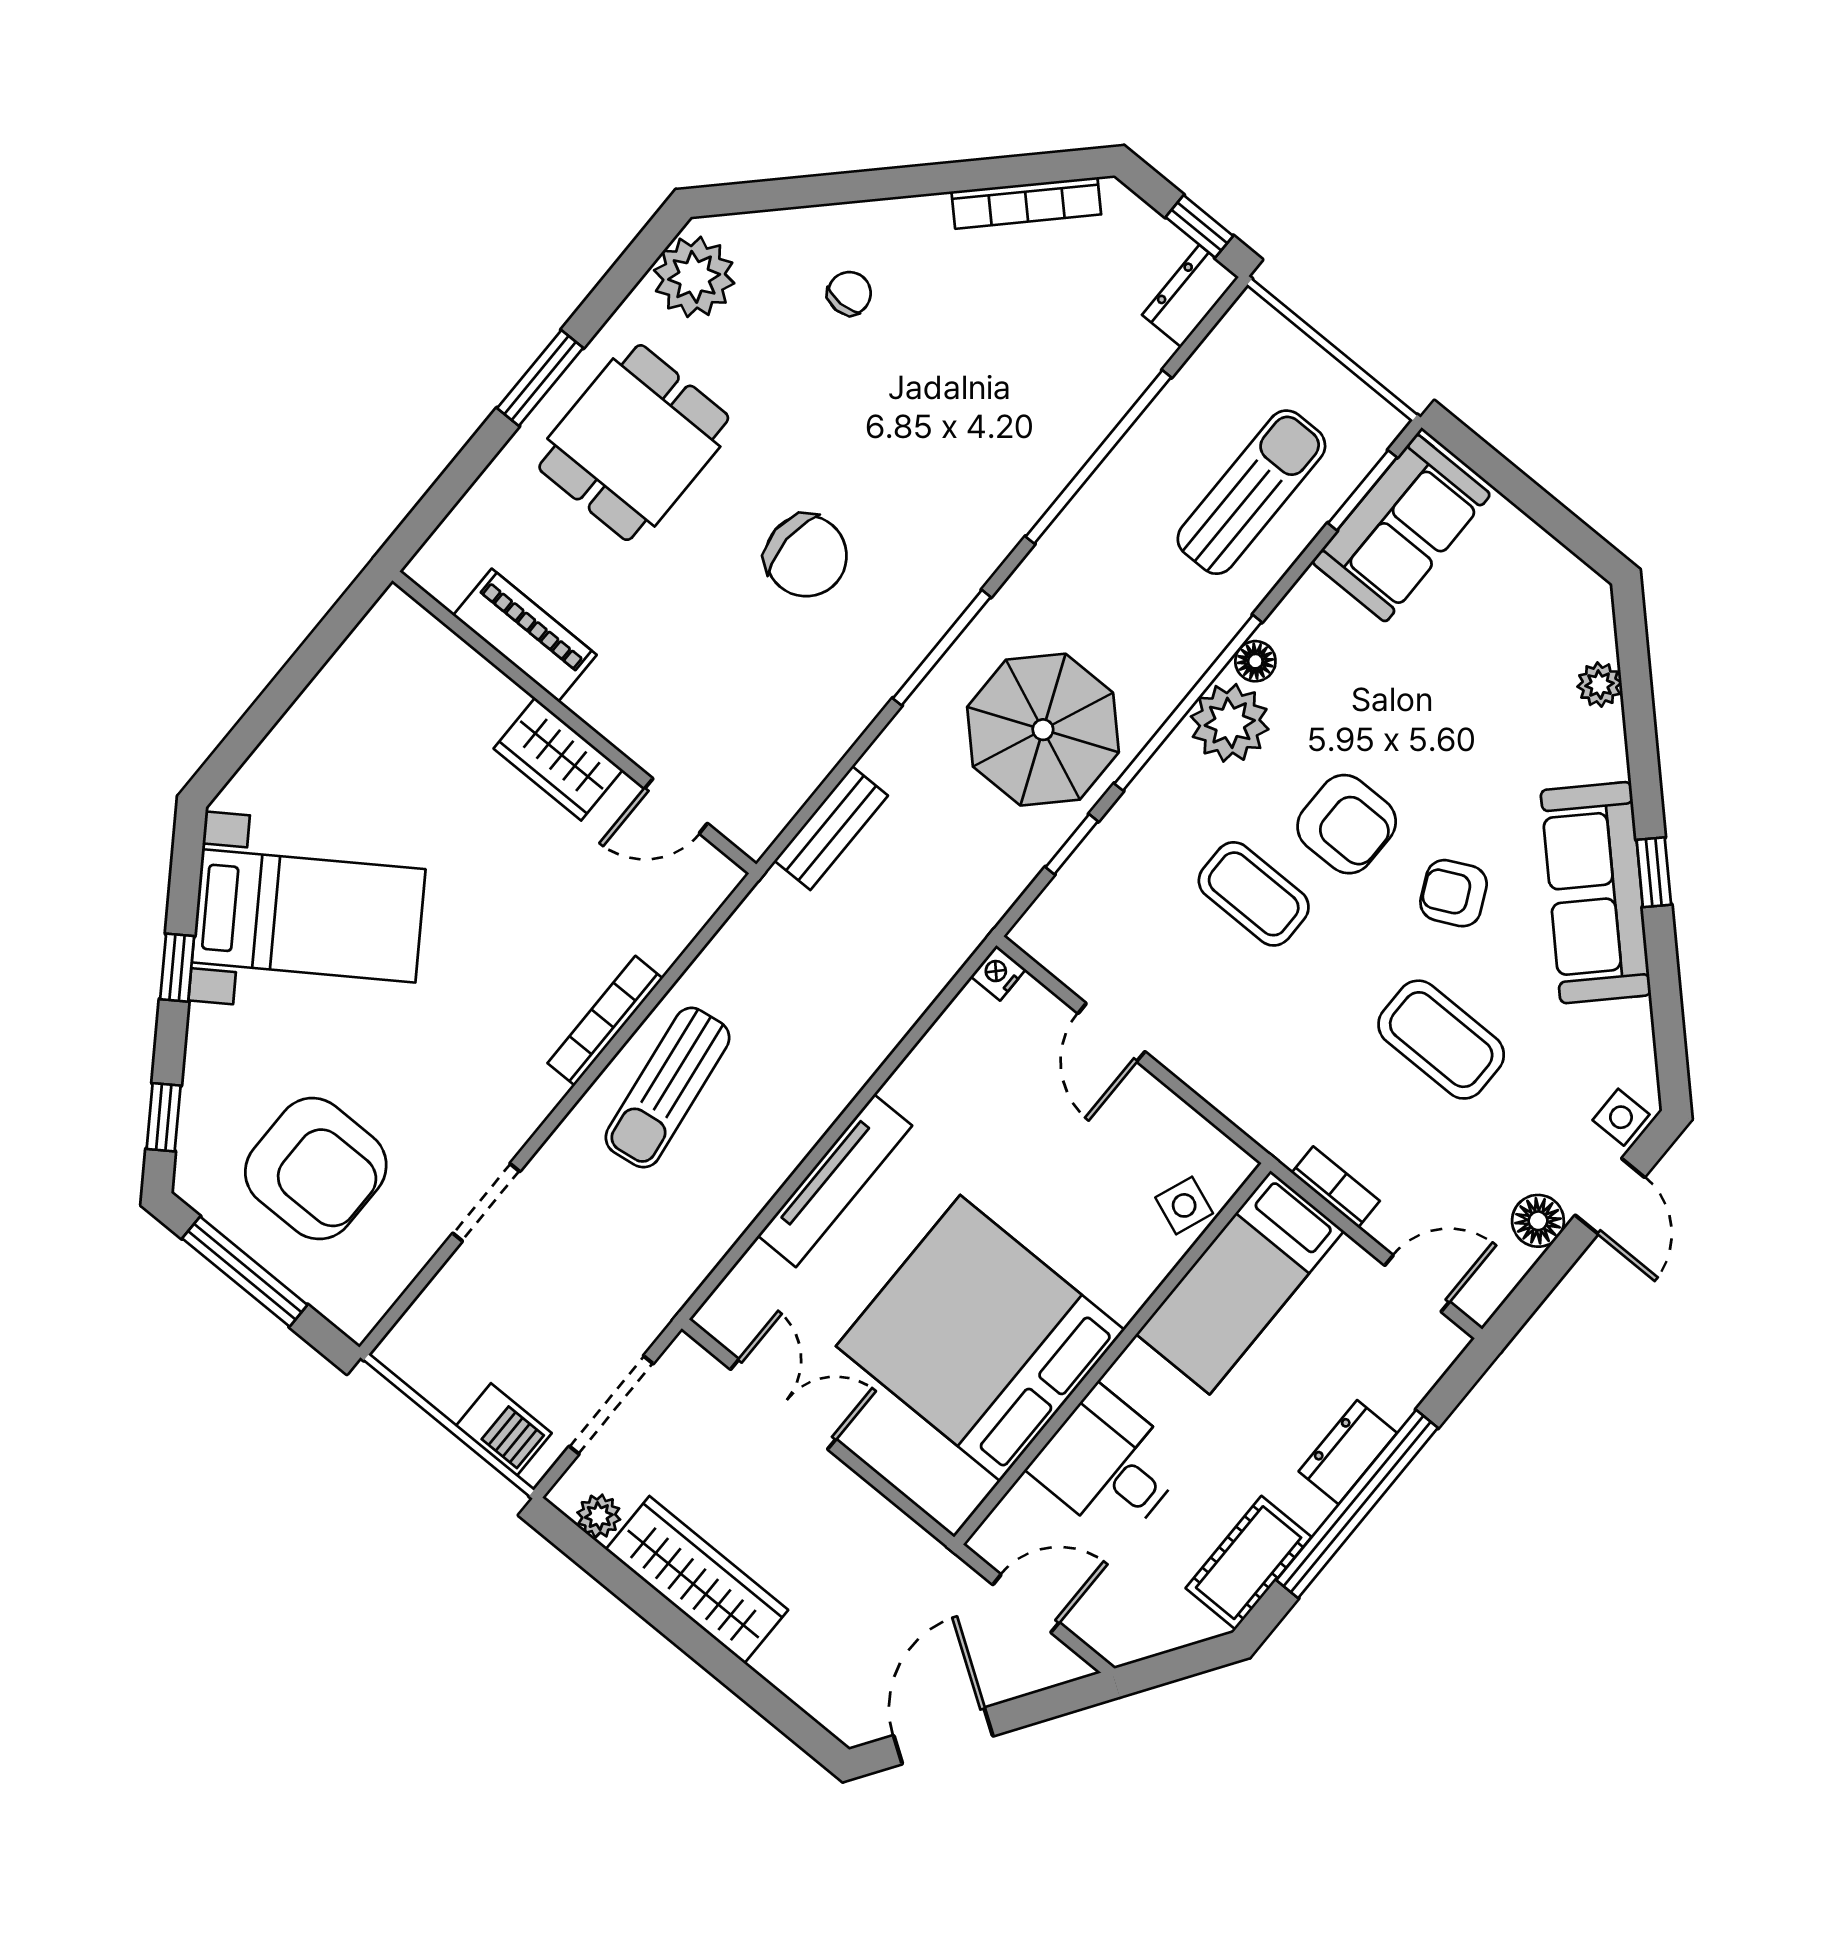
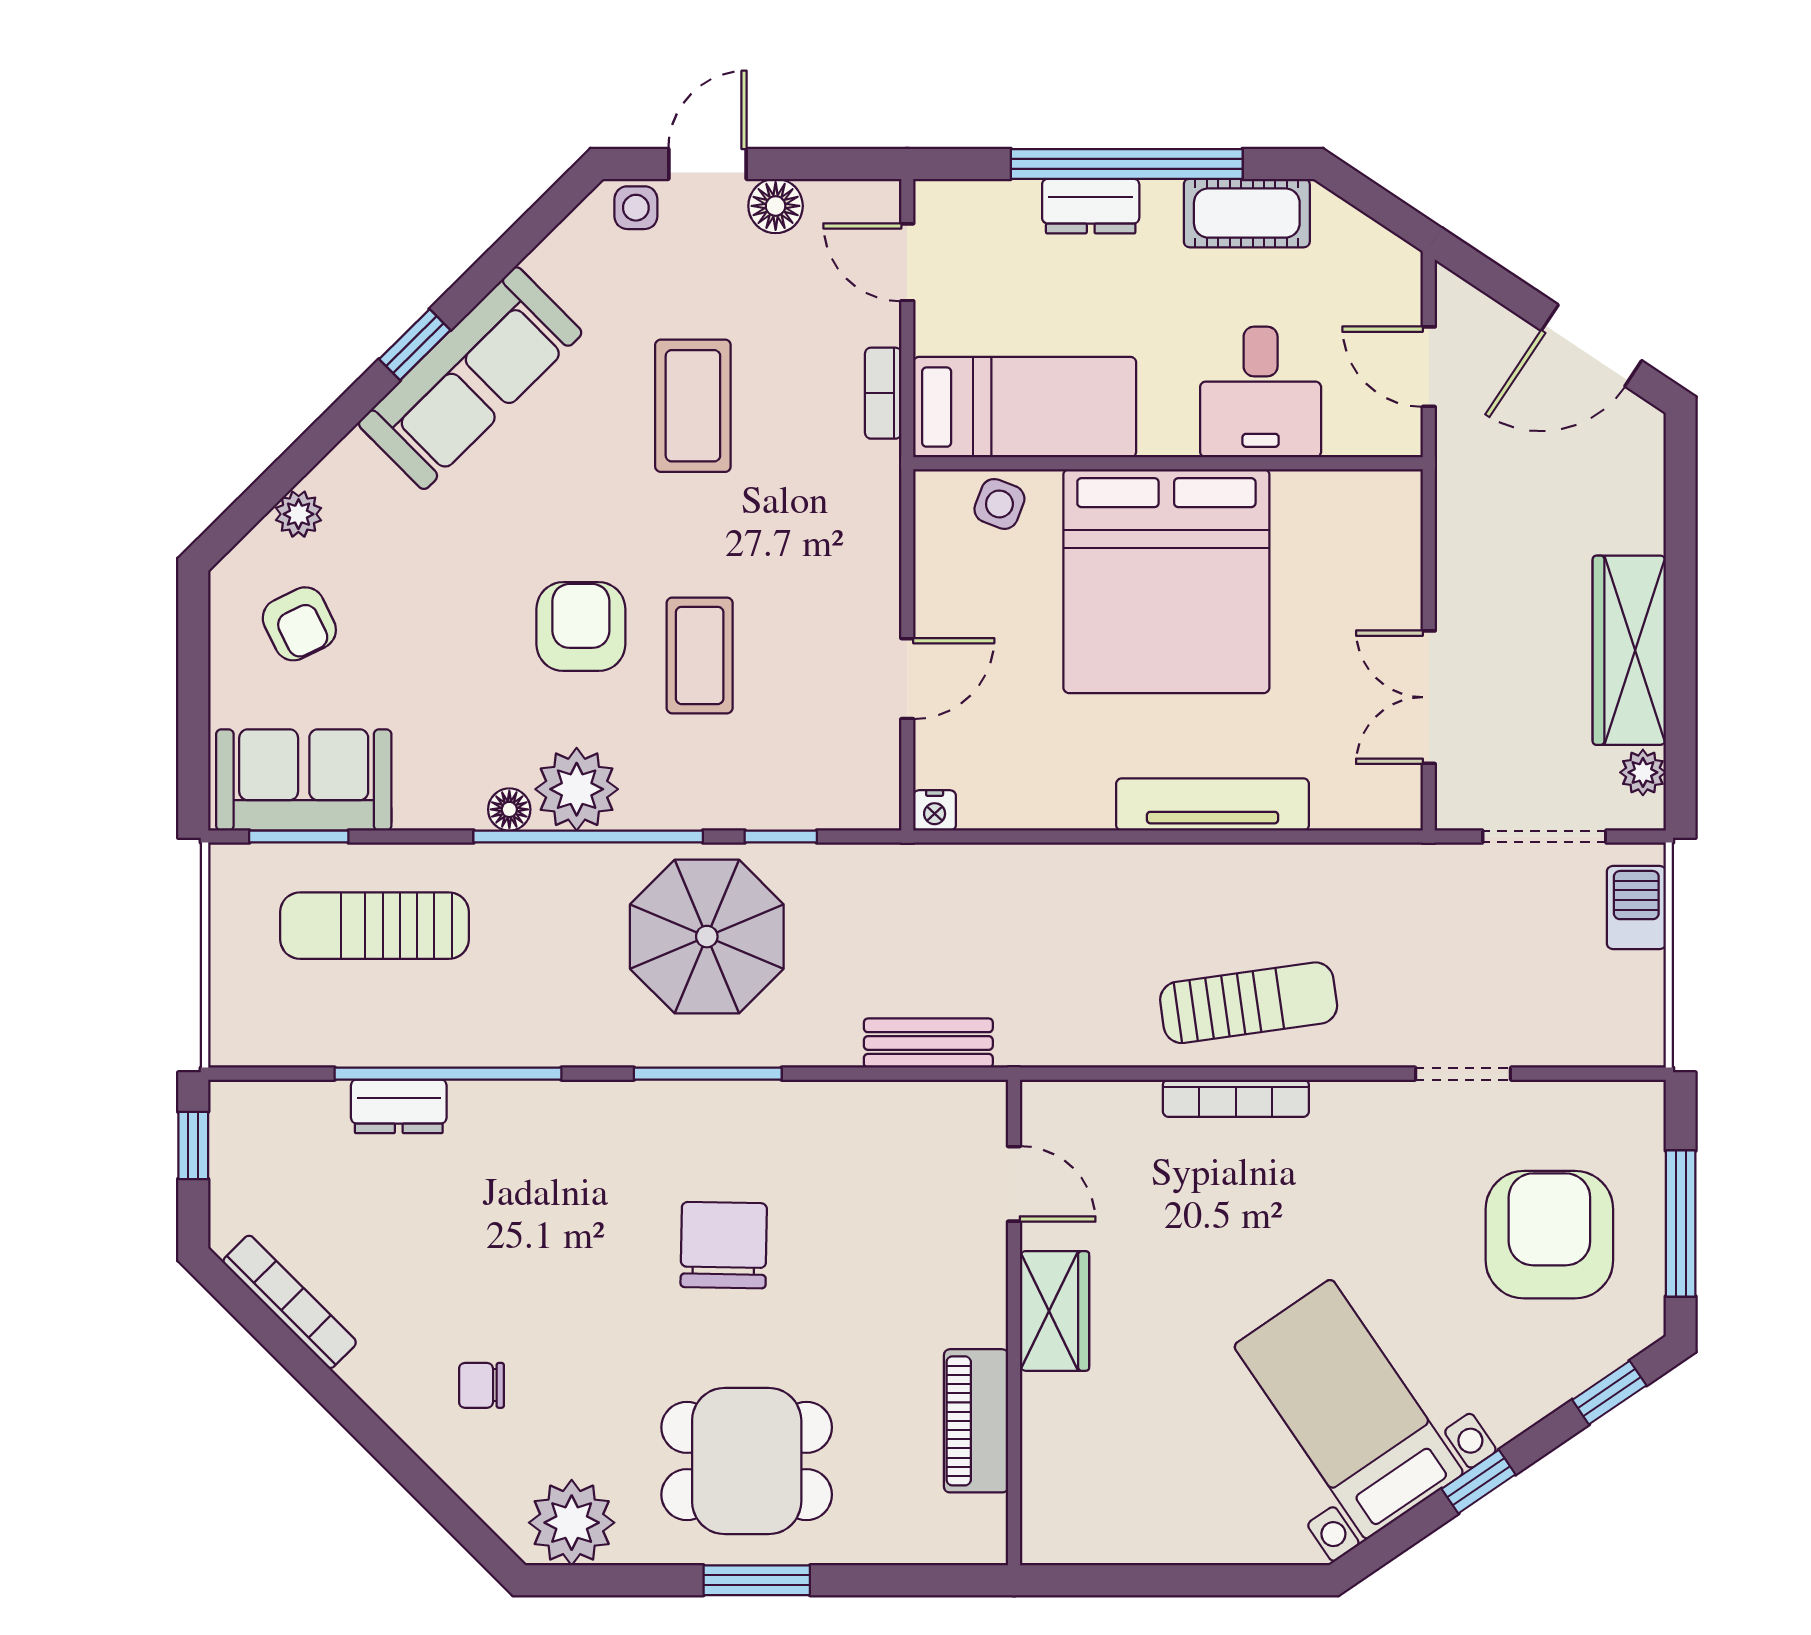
dresser: (1190, 296) -> (399, 1106), moved
armchair: (1454, 893) -> (299, 624), moved
bed: (980, 1338) -> (1166, 581), moved

